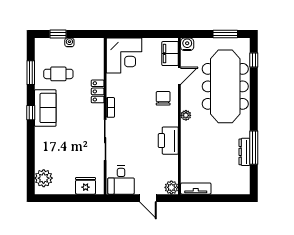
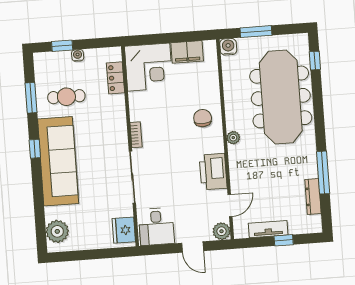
window: (225, 34) -> (256, 32), moved
filing cabinet: (170, 54) -> (187, 52), moved, turned -90
door: (179, 76) -> (230, 206), moved
locker: (98, 91) -> (115, 78), moved
sofa: (45, 108) -> (58, 161), width x1.85, depth x1.27
dresser: (245, 152) -> (313, 196), moved
fridge: (86, 186) -> (124, 230), moved, turned -90
tv unit: (196, 189) -> (268, 229), moved
window: (219, 198) -> (284, 240), added

